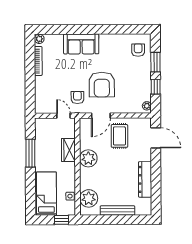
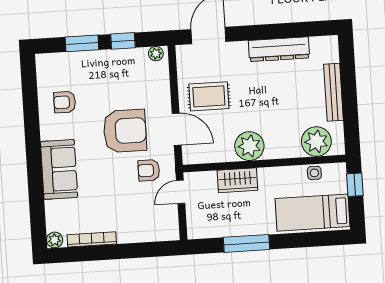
armchair: (138, 50) -> (65, 102), moved

